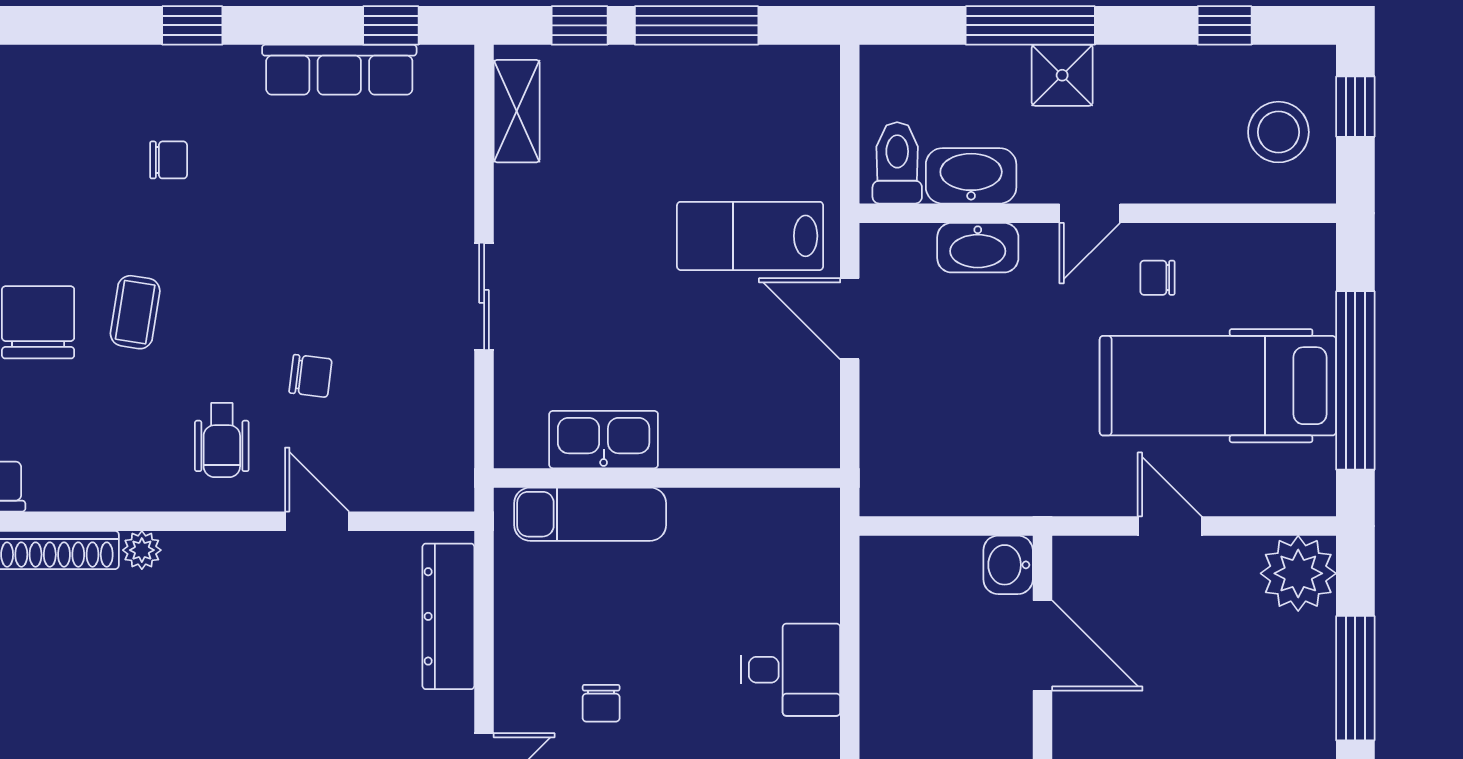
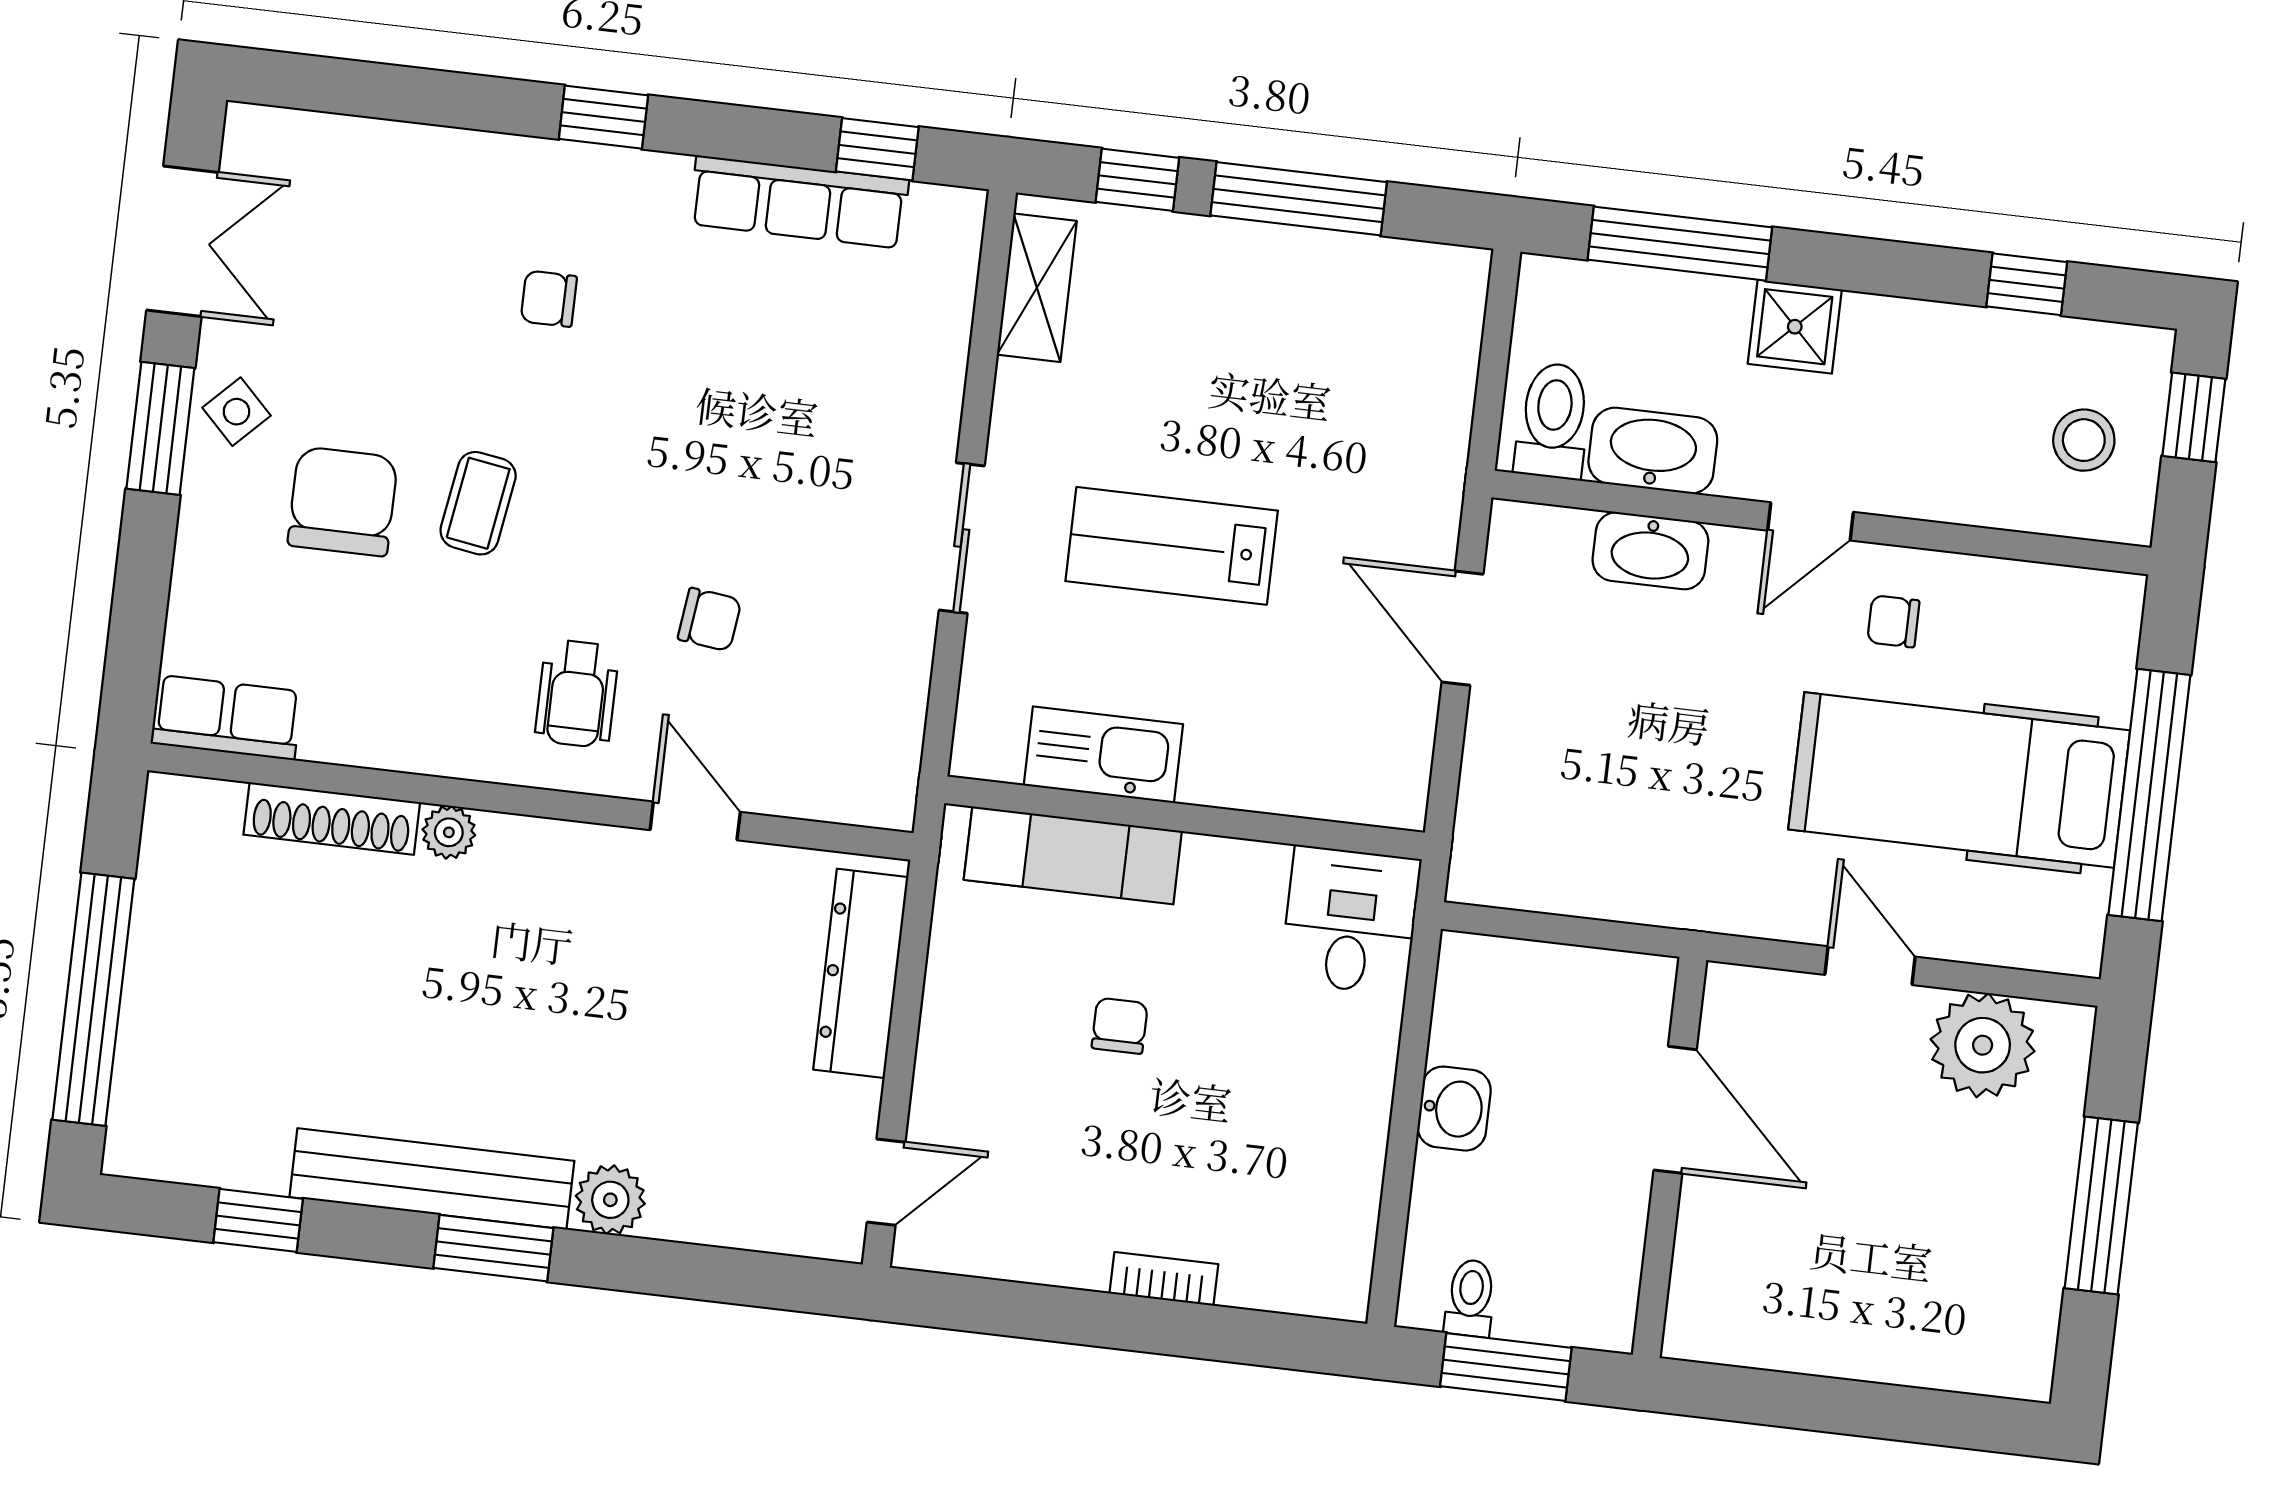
window: (1030, 25) -> (1680, 244), moved
stool: (1278, 132) -> (2084, 440), width x0.73, depth x0.73
chair: (169, 160) -> (549, 299), turned 180
lab bench: (750, 236) -> (1172, 546), moved
washbasin: (1008, 565) -> (1454, 1109), moved, turned 180
plant: (1298, 573) -> (1983, 1045), moved
desk: (791, 670) -> (1350, 920), moved, turned -90
chair: (601, 703) -> (1120, 1026), moved, turned 180

